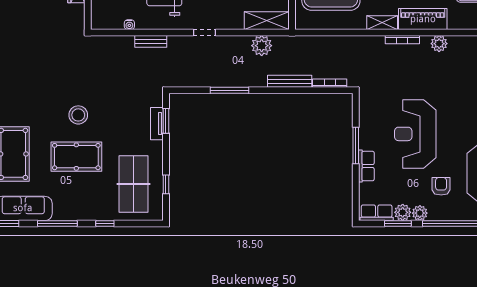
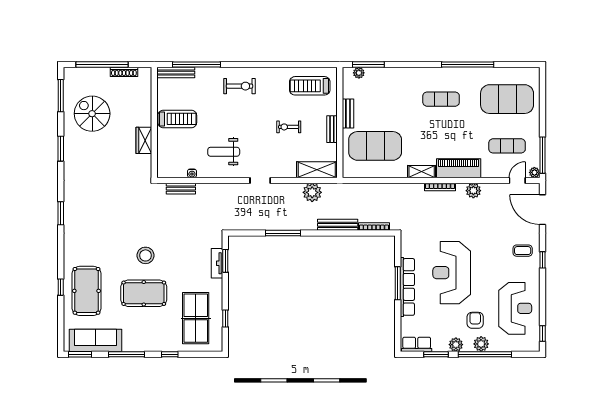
bench: (151, 41) -> (181, 189), moved
row of seats: (366, 166) -> (407, 287), width x2.02
plant: (403, 212) -> (481, 344), moved

